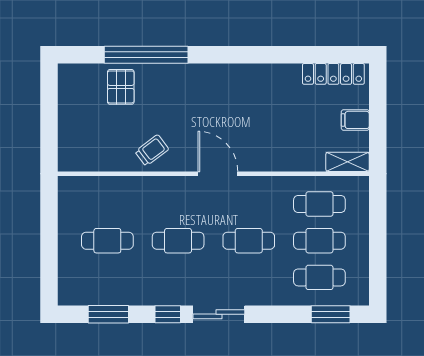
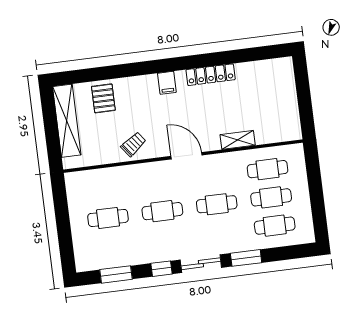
window: (146, 55) -> (120, 71), removed
locker: (333, 74) -> (211, 75), moved
shelving: (70, 110) -> (67, 121), added
filing cabinet: (355, 120) -> (167, 83), moved, turned -90
shelving: (348, 162) -> (238, 140), moved
window: (331, 314) -> (246, 258), moved

